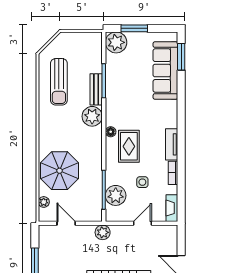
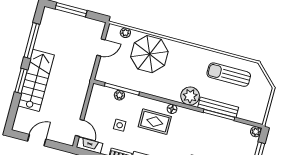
plant: (116, 42) -> (256, 132), width x0.53, depth x0.53
bench: (96, 89) -> (218, 107), width x1.36
plant: (116, 195) -> (119, 95), width x0.53, depth x0.53
door: (142, 223) -> (80, 128), moved
plant: (103, 232) -> (84, 78), removed

